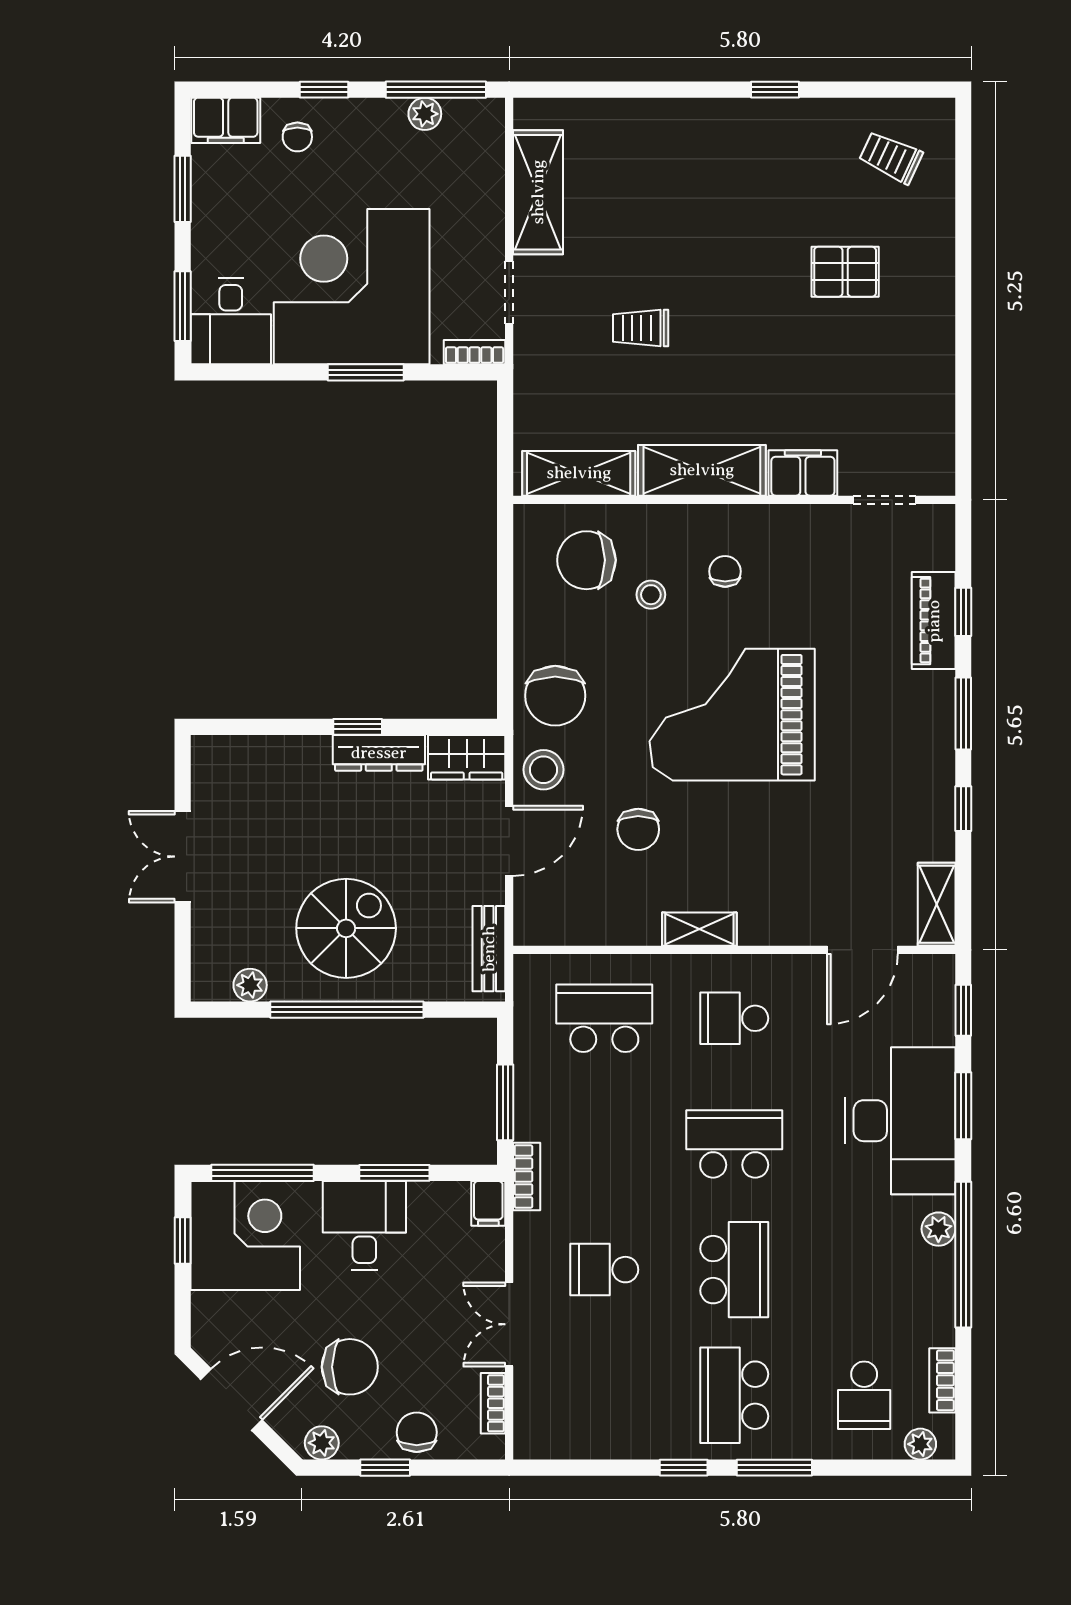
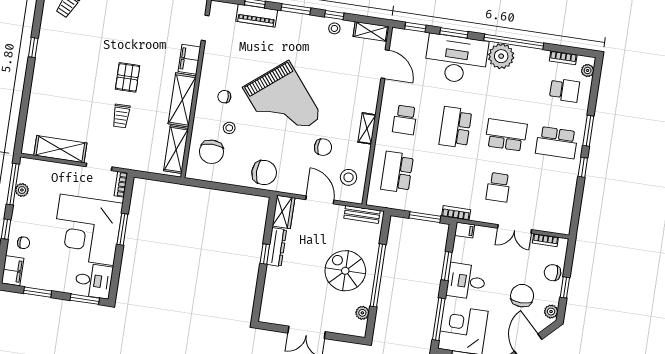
pallet: (845, 272) -> (128, 77), moved
grand piano: (732, 715) -> (282, 102), turned -39
stool: (543, 770) -> (349, 177), moved
stool: (931, 814) -> (334, 28), added
plant: (938, 1229) -> (501, 56), width x1.88, depth x1.88

